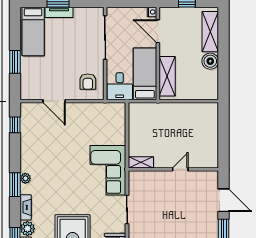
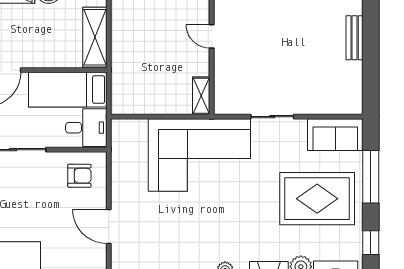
shelving: (167, 76) -> (95, 37), moved, turned 90
door: (54, 101) -> (109, 226), swing flipped
corner sofa: (108, 170) -> (199, 155), width x1.36, depth x1.36

